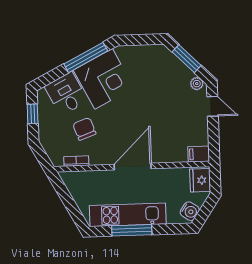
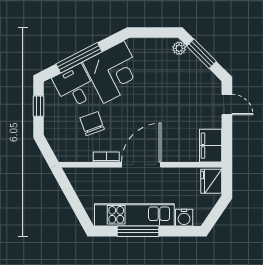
window: (86, 57) -> (79, 58), moved
plant: (197, 84) -> (179, 48), moved
filing cabinet: (199, 154) -> (211, 146), width x2.00
bookcase: (76, 161) -> (106, 157), moved
water cooler: (190, 211) -> (184, 218), moved, turned 56

